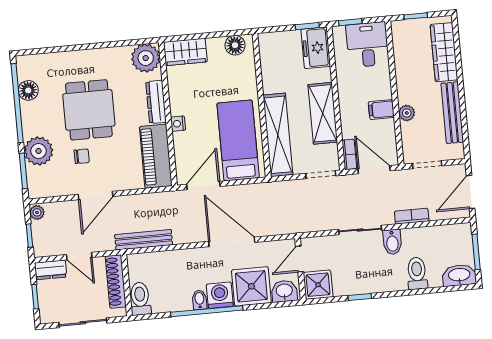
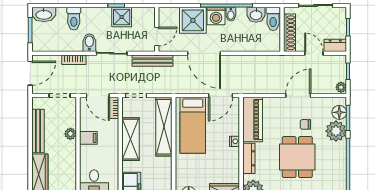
floor lamp: (28, 90) -> (339, 112), moved
bench: (144, 240) -> (152, 61), moved
shower: (318, 285) -> (122, 17), moved
washbasin: (284, 291) -> (256, 15), moved

